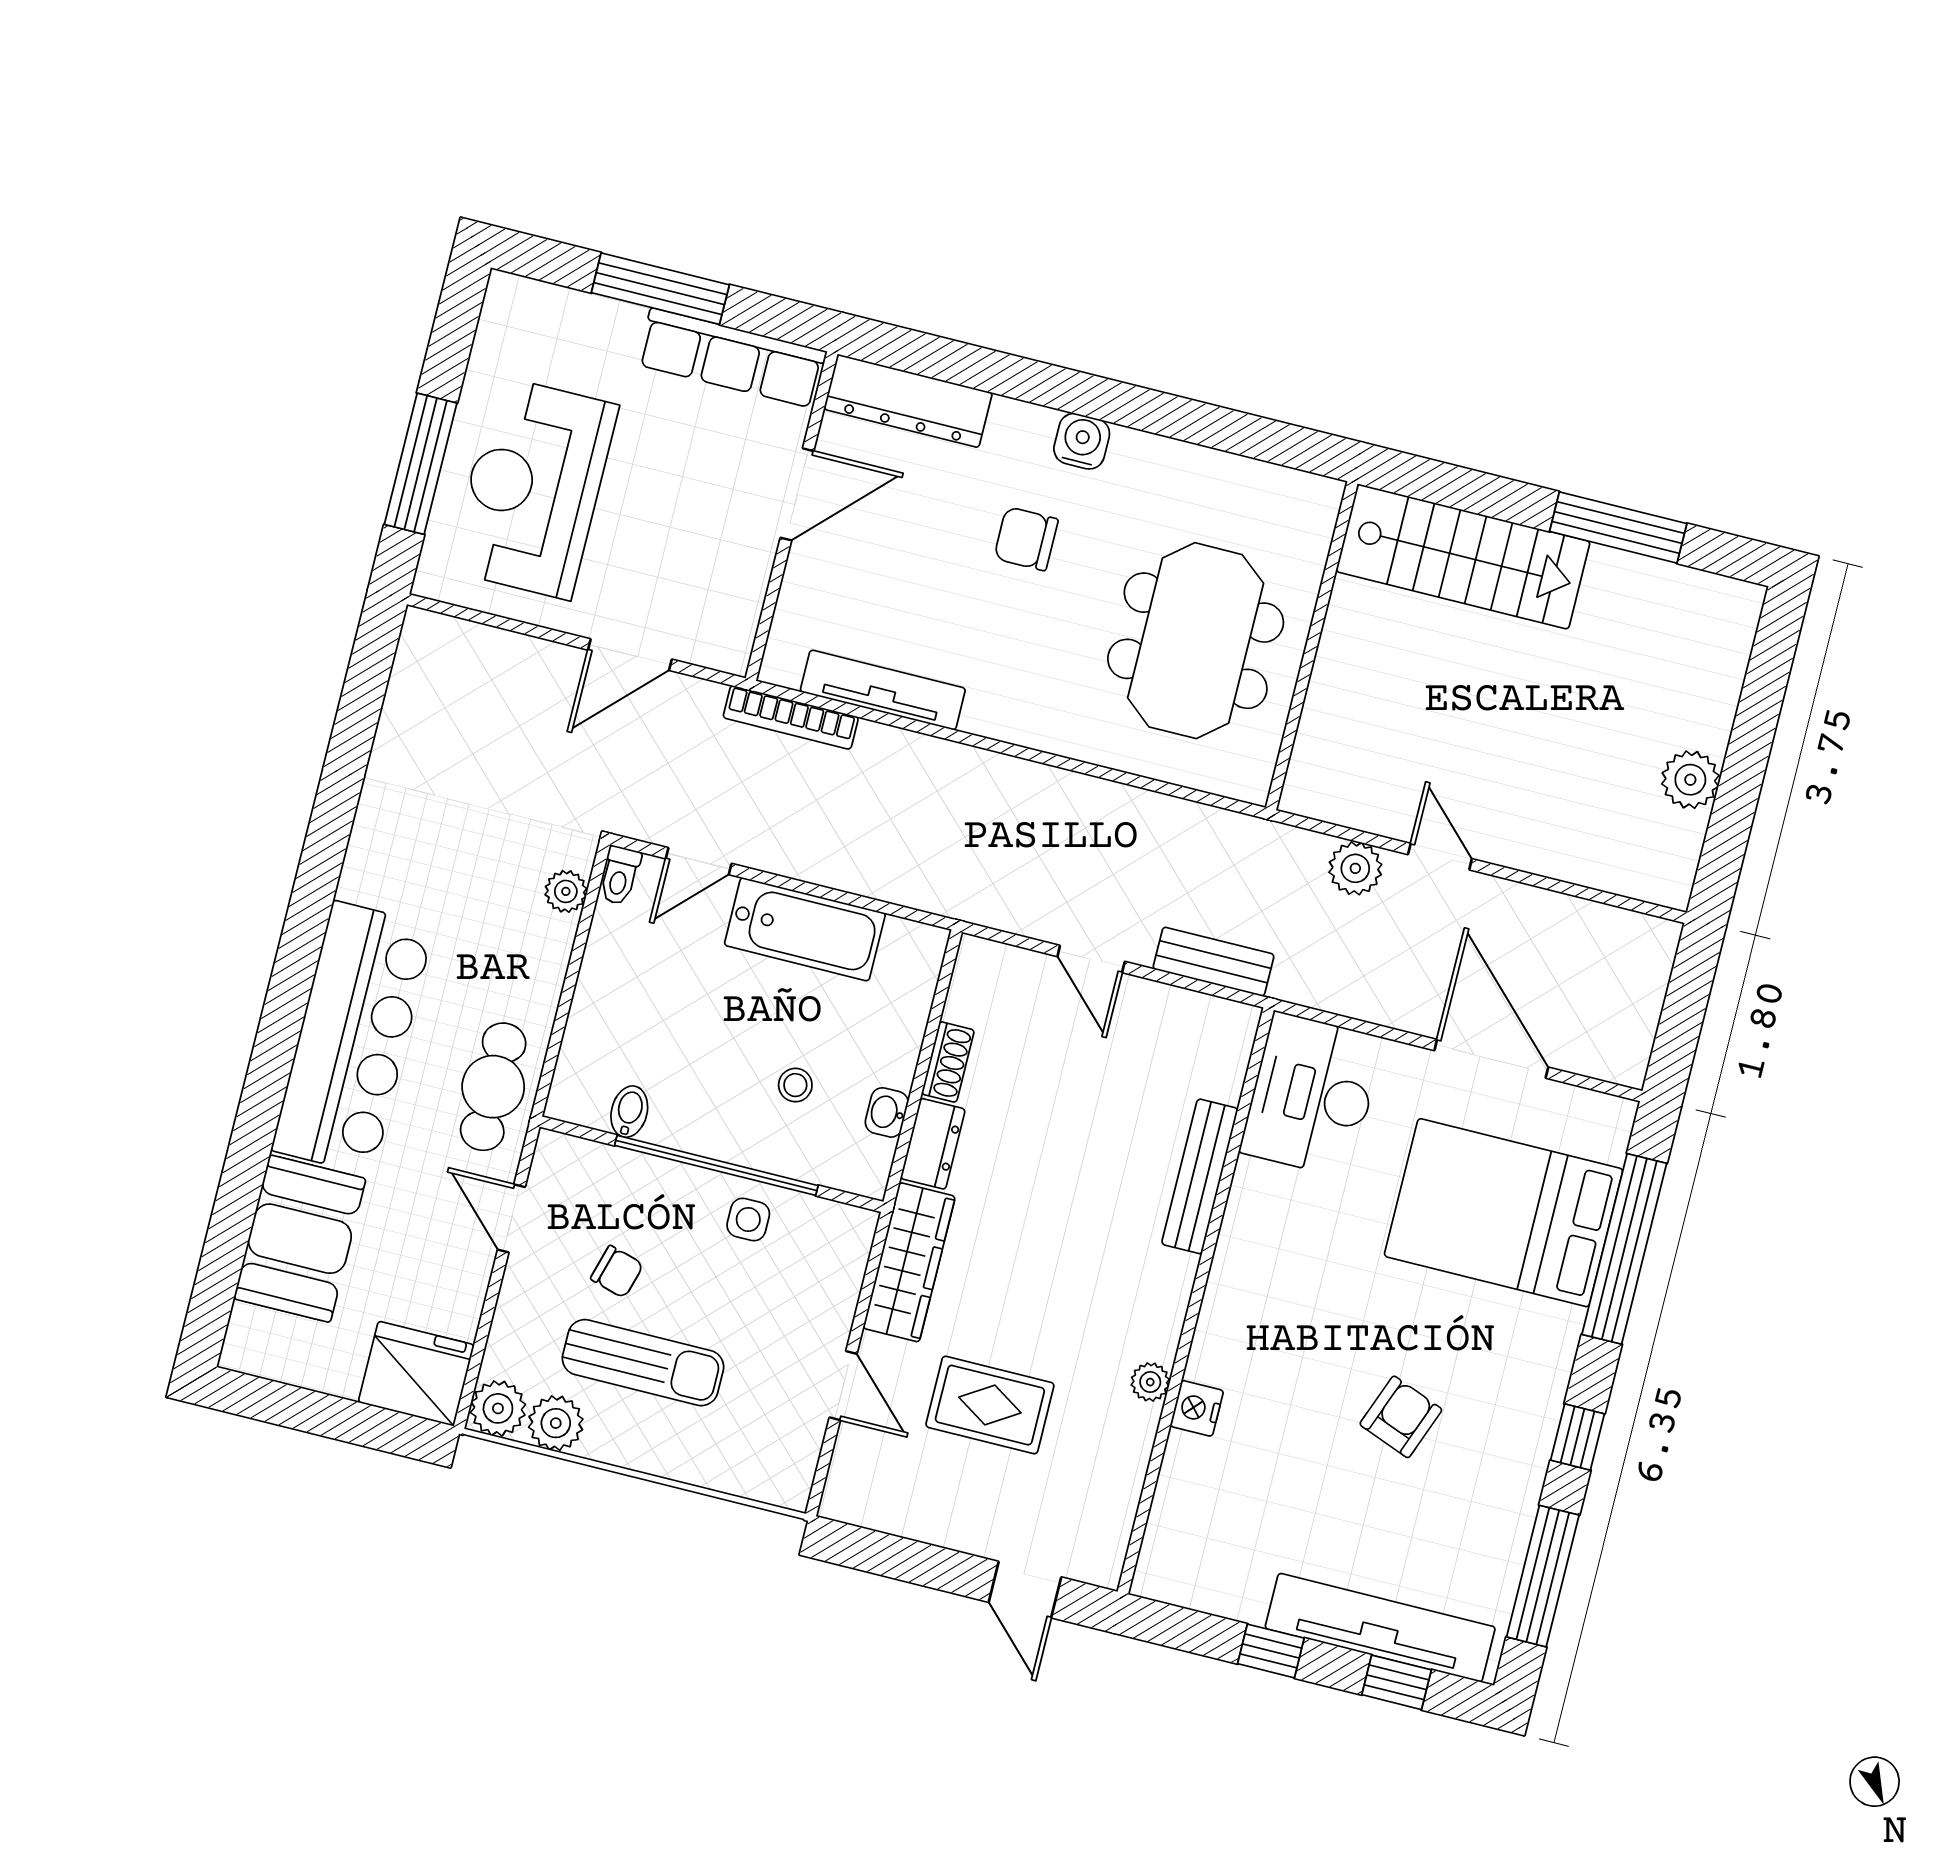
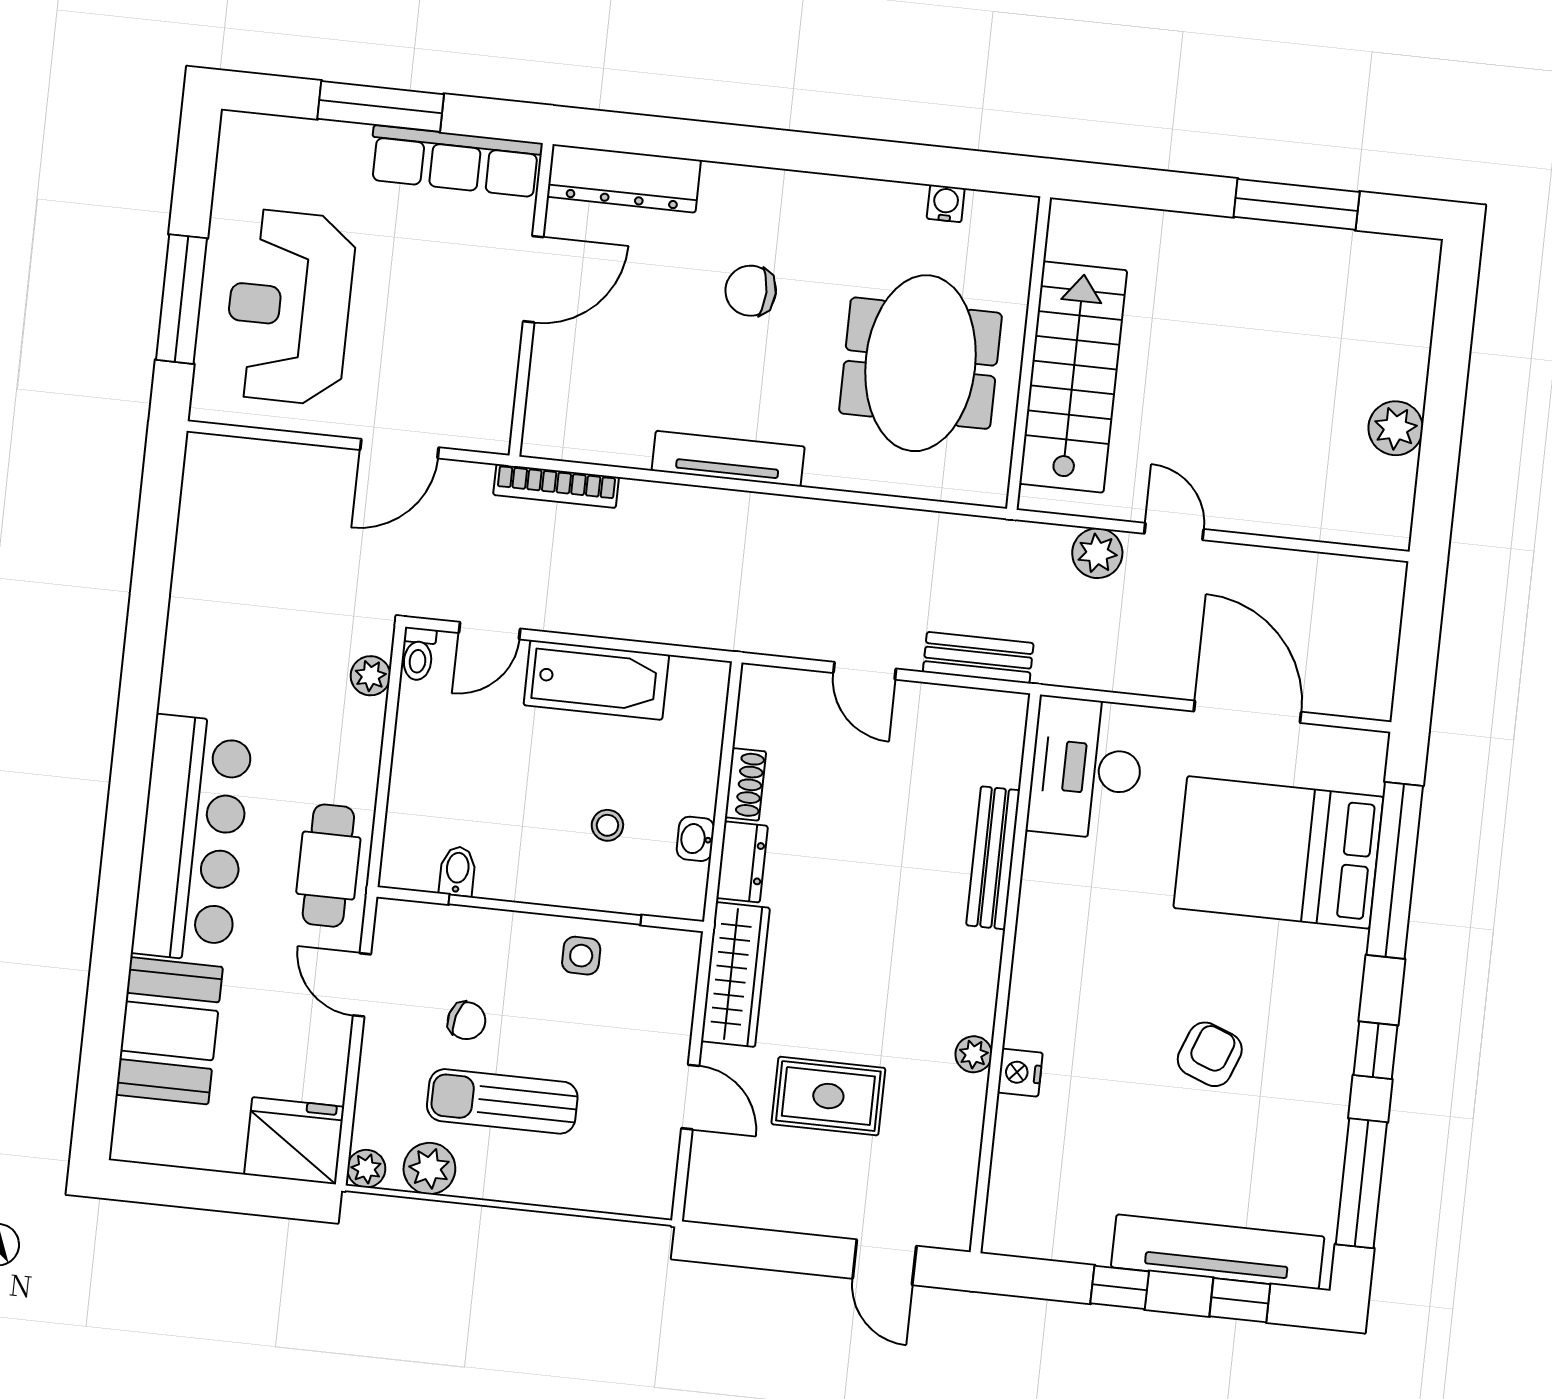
water cooler: (1082, 441) -> (946, 203), moved, width x0.72, depth x0.72
stairs: (1463, 556) -> (1073, 377), moved, turned -90
tv unit: (883, 690) -> (728, 459), moved
sun lounger: (643, 1363) -> (502, 1101), turned 180
plant: (498, 1408) -> (366, 1169), width x0.73, depth x0.73

